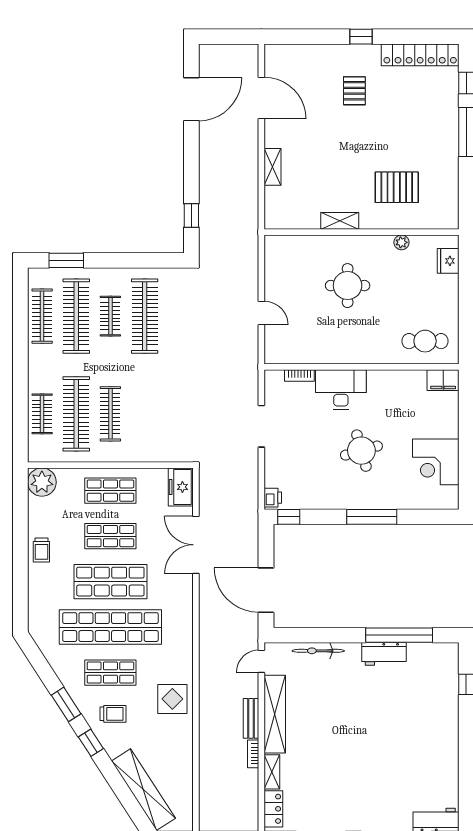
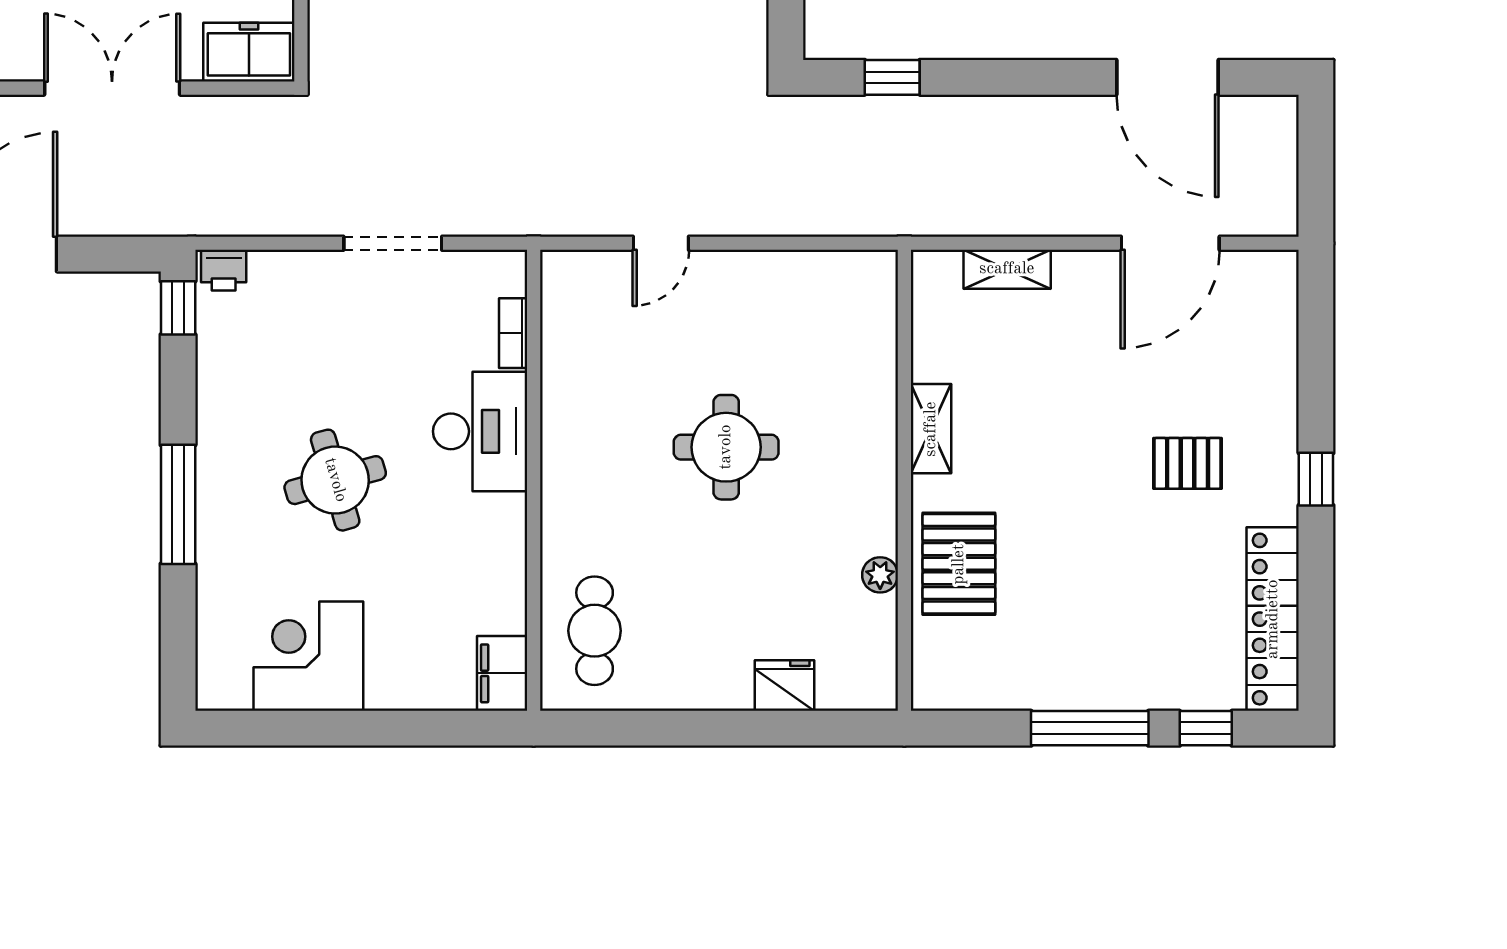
shelving: (340, 221) -> (931, 429), moved
wall: (362, 232) -> (904, 480), moved
plant: (401, 242) -> (880, 575), moved

